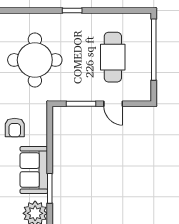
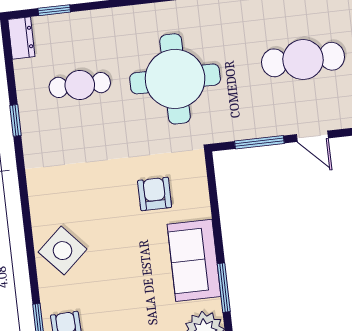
cafe table: (113, 57) -> (303, 60), turned 90
armchair: (15, 128) -> (155, 194), turned 180

